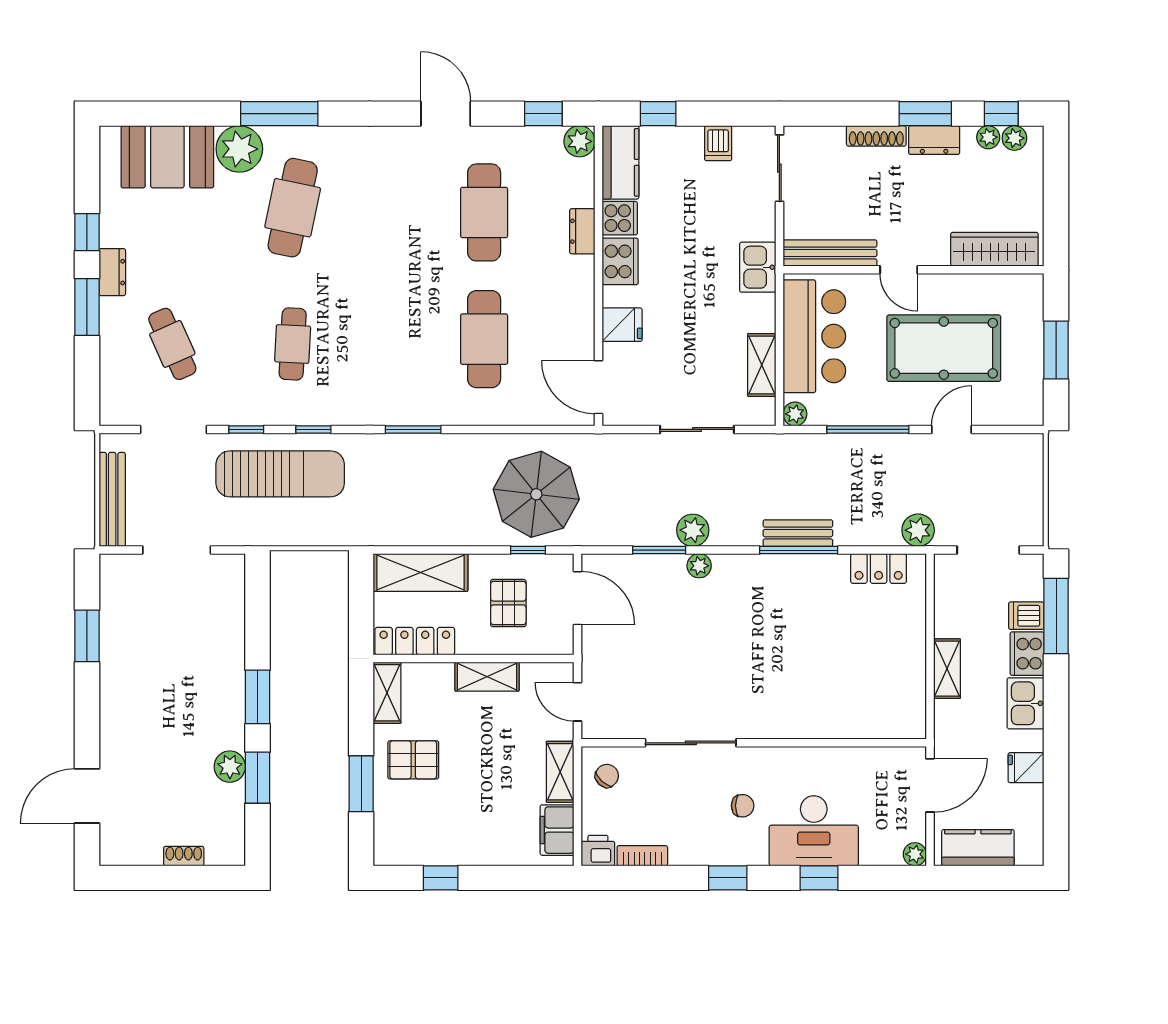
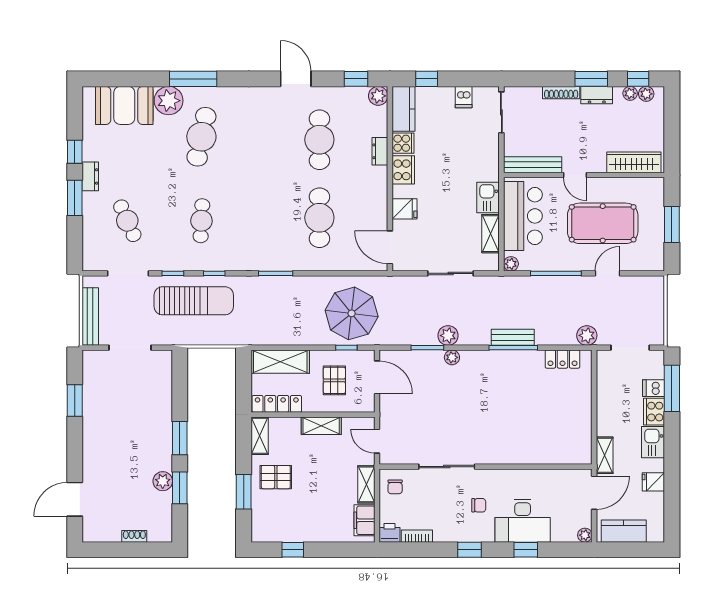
kitchen sink: (758, 267) -> (488, 197), moved
shelving: (947, 669) -> (605, 455), moved
chair: (607, 776) -> (395, 487), turned 138

